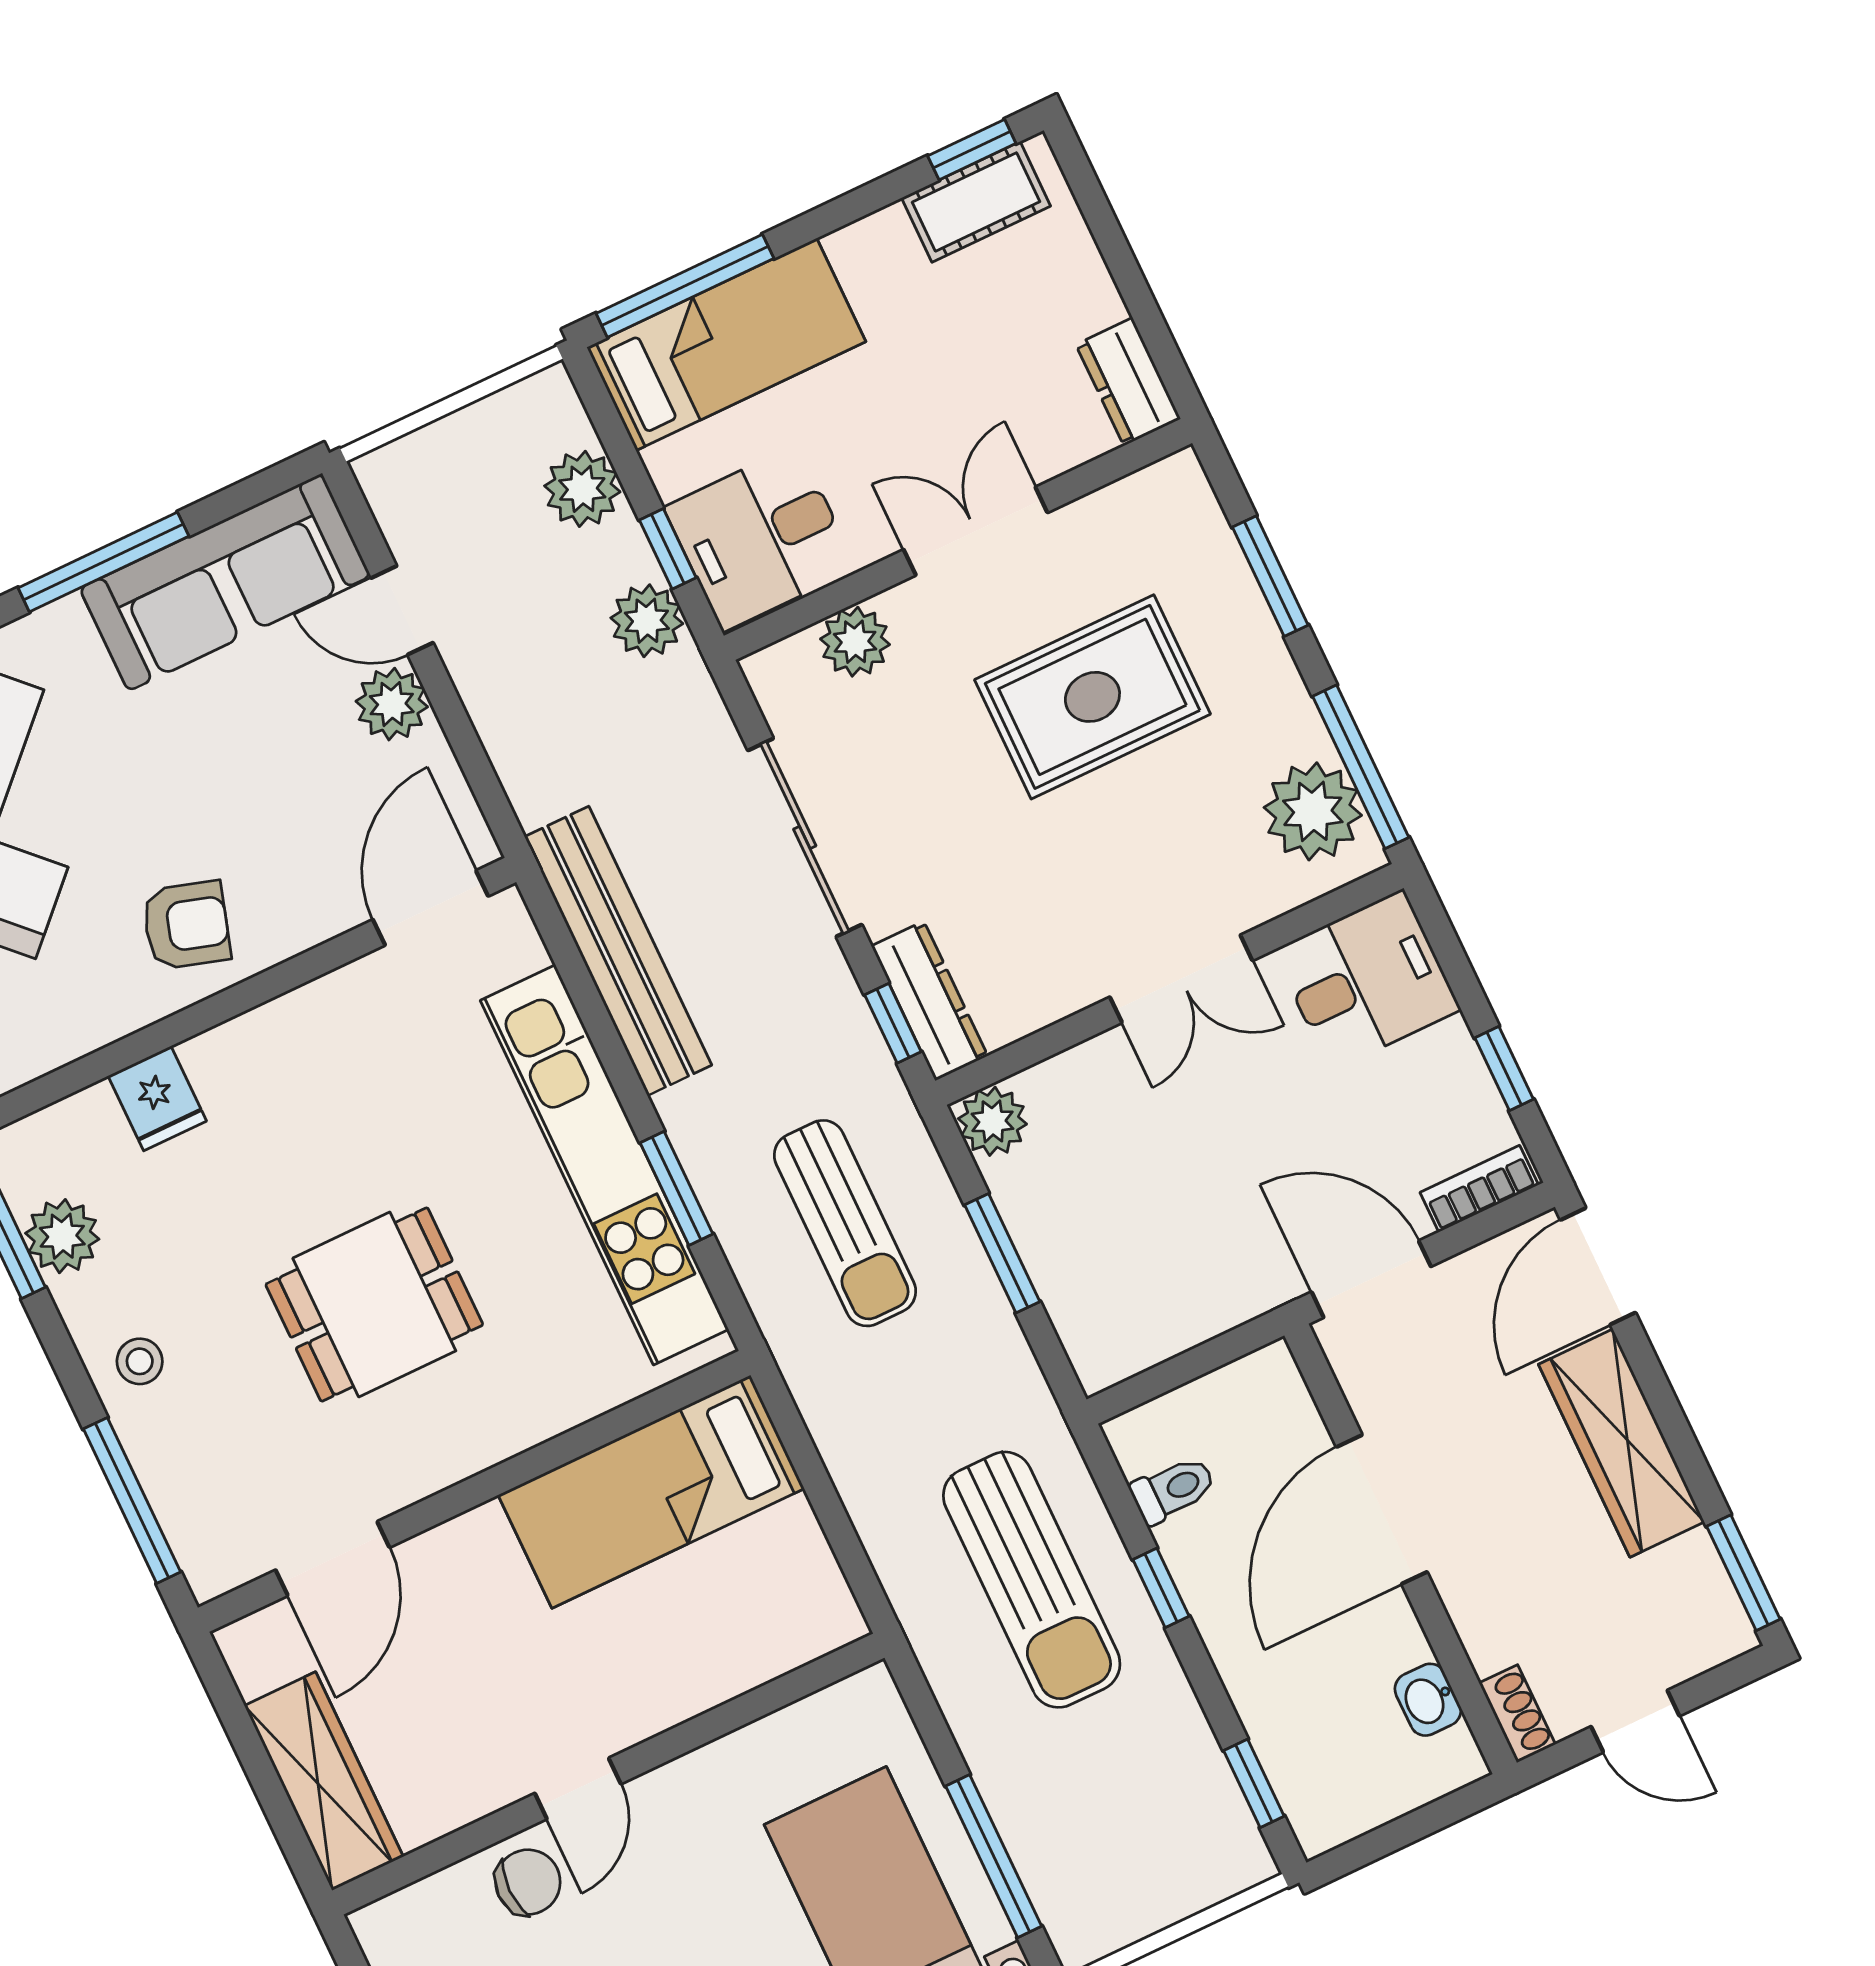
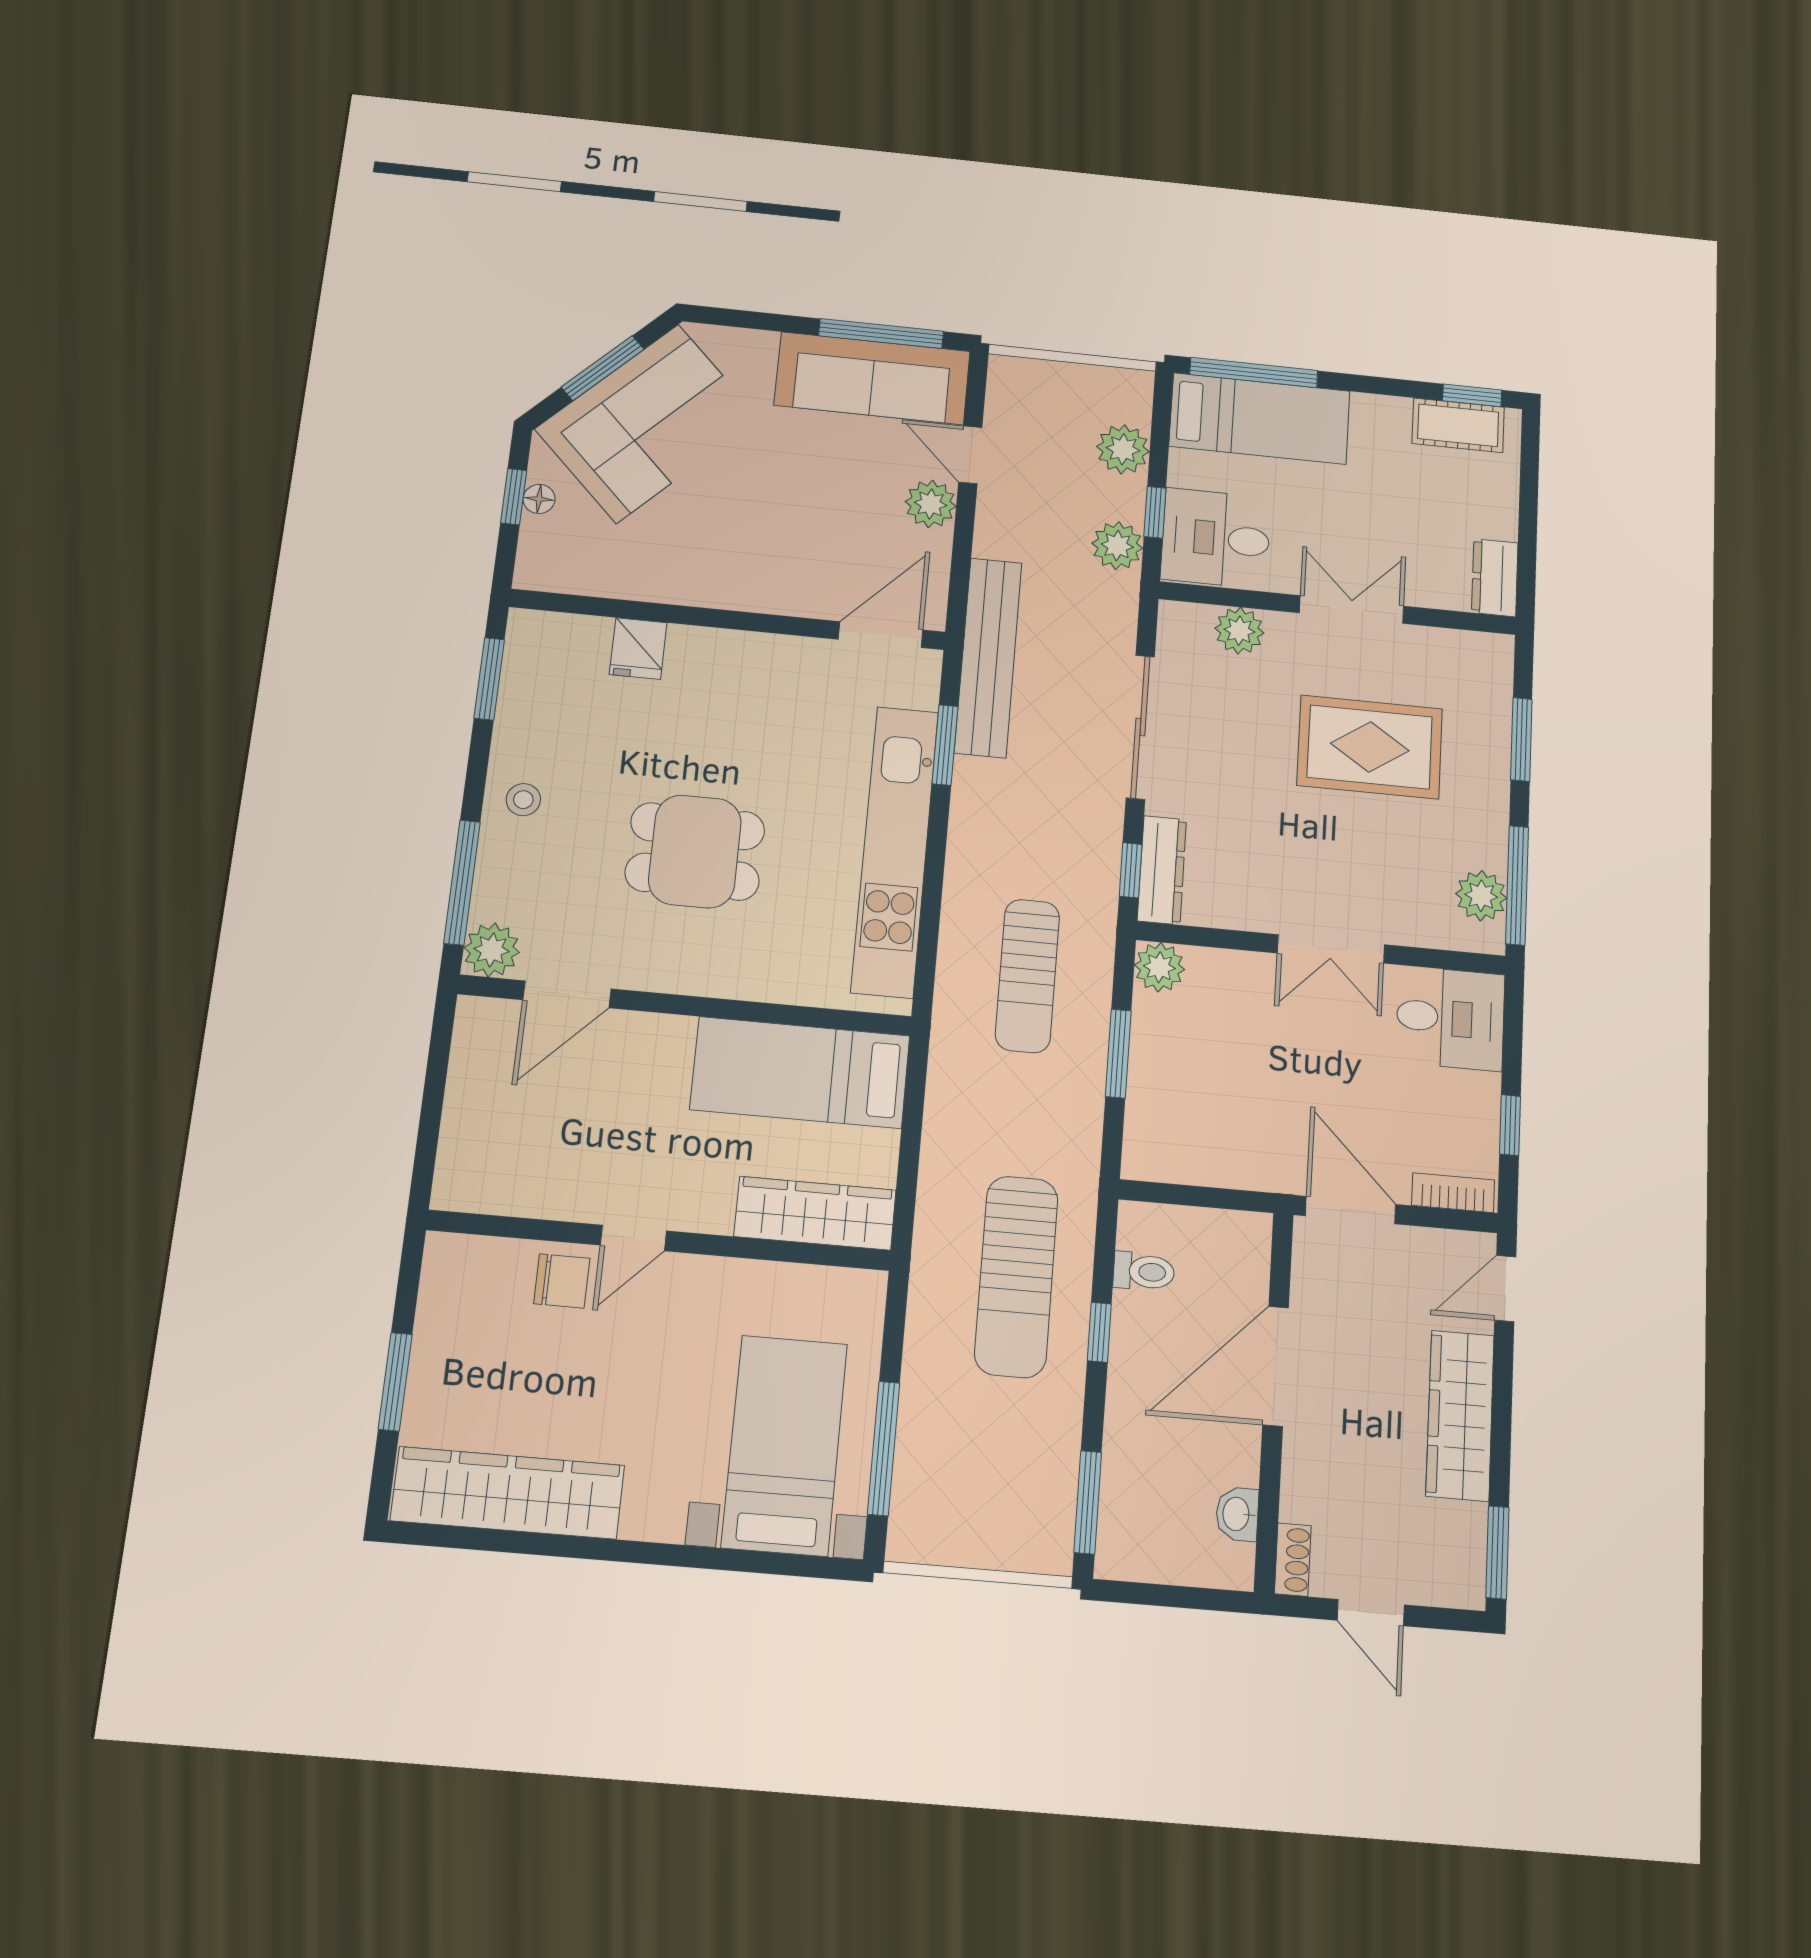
window: (103, 562) -> (881, 333), moved
plant: (1313, 811) -> (1481, 896), width x0.73, depth x0.73
armchair: (186, 925) -> (722, 558), removed
bench: (618, 951) -> (988, 657), moved
window: (677, 1188) -> (945, 745), moved
plant: (62, 1236) -> (492, 950), moved
door: (1598, 1266) -> (1505, 1289), width x0.73
wardrobe: (324, 1781) -> (815, 1213), moved, turned -90
window: (1254, 1783) -> (1088, 1502), width x1.50

